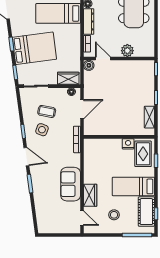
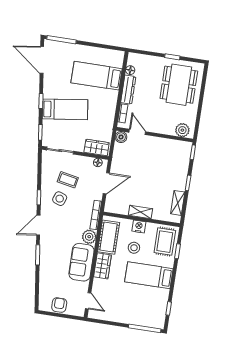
bed: (34, 48) -> (65, 109), width x0.67
plant: (127, 51) -> (182, 130), moved
shelving: (117, 130) -> (140, 212), added
nightstand: (128, 144) -> (139, 226), moved
door: (26, 157) -> (38, 225), swing flipped
plant: (74, 160) -> (89, 237), added
wardrobe: (90, 195) -> (103, 266), moved
cot: (146, 212) -> (109, 237), moved
stool: (114, 215) -> (134, 248), moved
armchair: (56, 226) -> (59, 305), added

